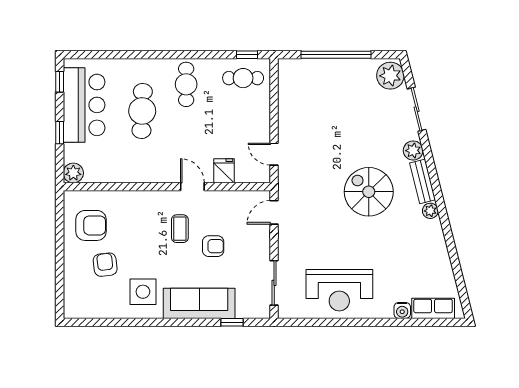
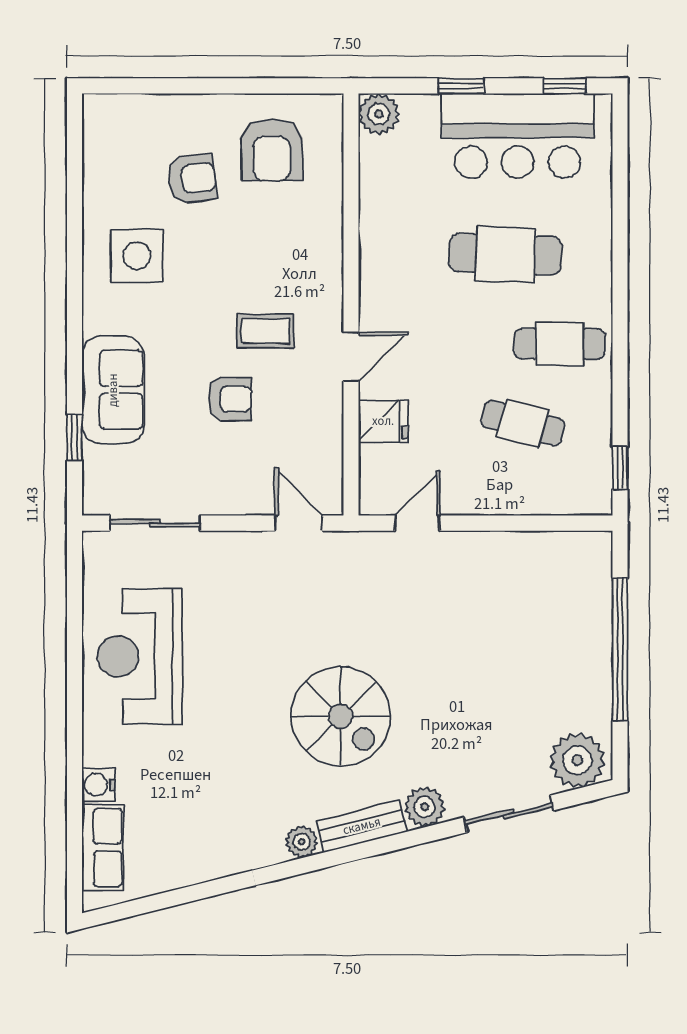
cafe table: (243, 78) -> (523, 423), moved, turned -75
spiral stairs: (369, 192) -> (341, 716), turned 90
armchair: (213, 246) -> (230, 399), turned -90
sofa: (199, 303) -> (113, 390), width x0.73

